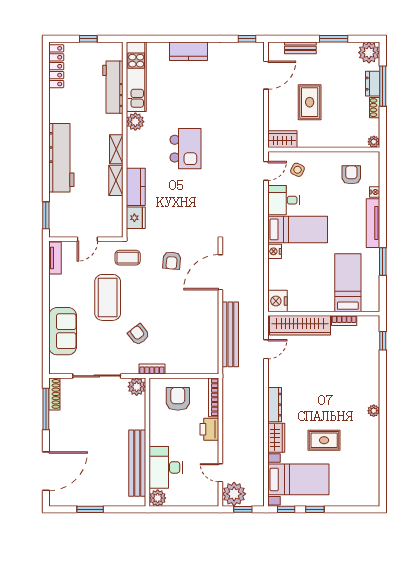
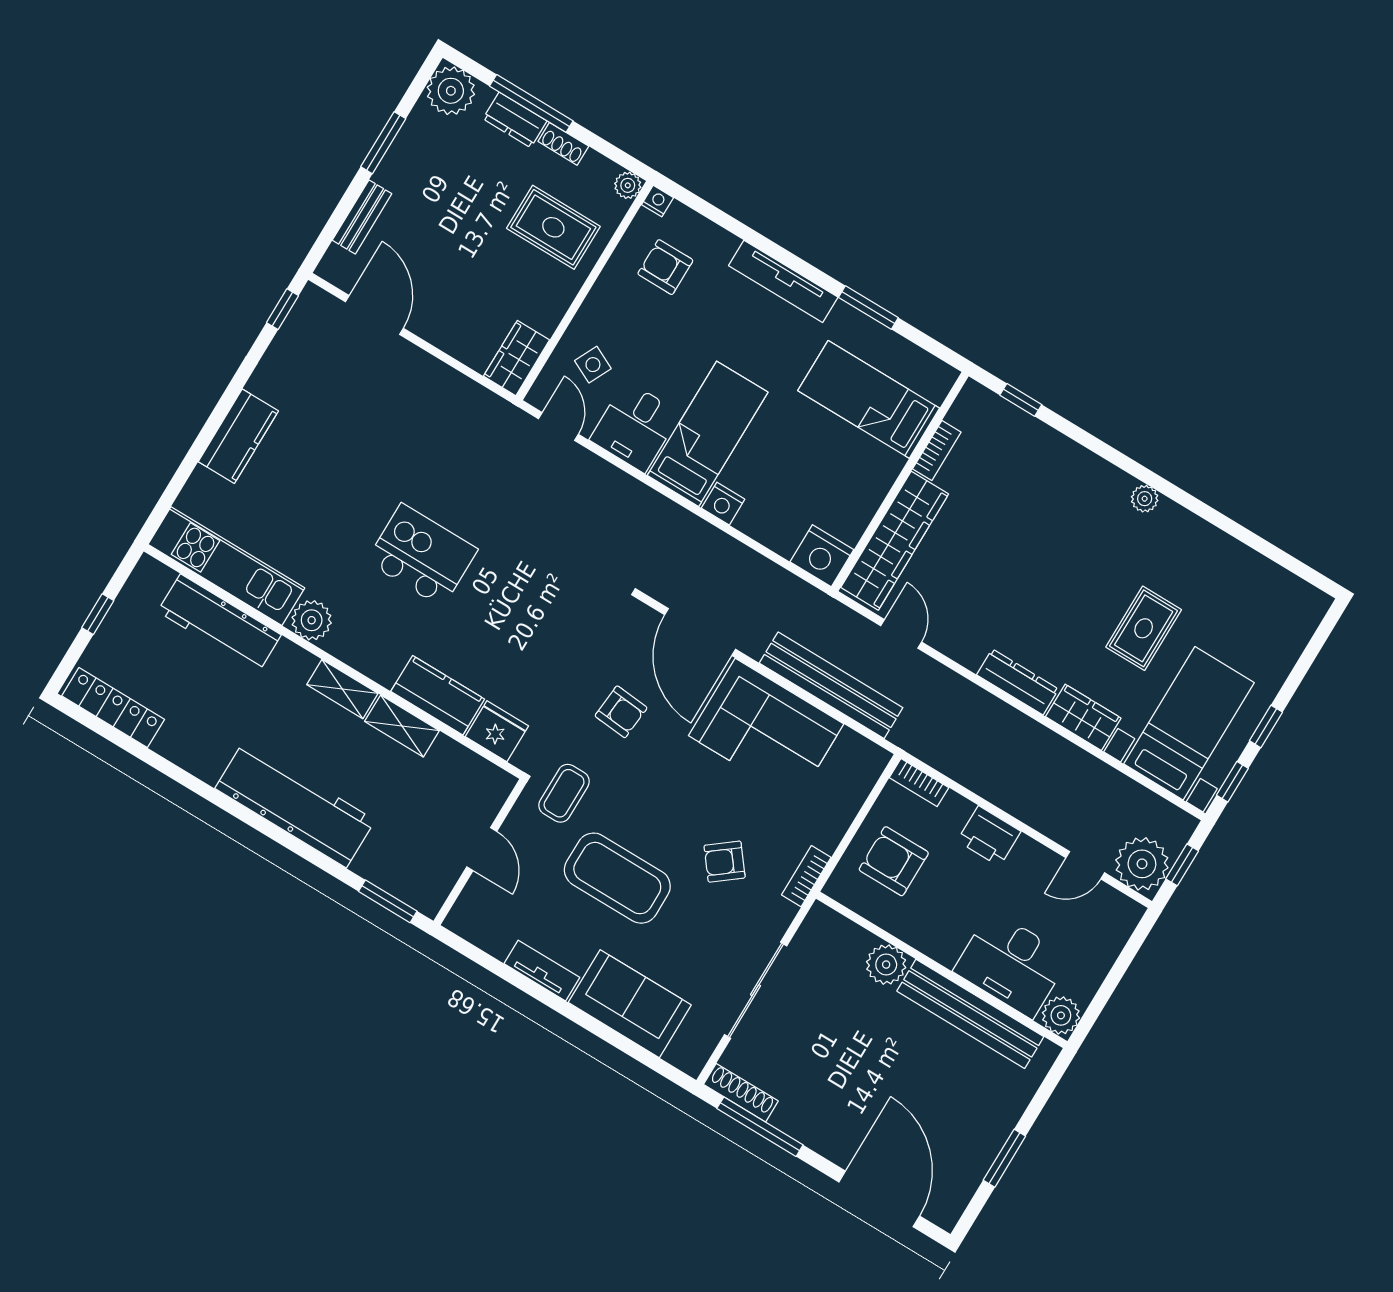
rug: (310, 102) -> (553, 227), moved
nightstand: (375, 192) -> (657, 201), moved
tv unit: (55, 258) -> (542, 971), moved
corner sofa: (198, 320) -> (766, 730), added
plant: (137, 387) -> (886, 965), moved
bookcase: (214, 397) -> (919, 783), width x0.64

